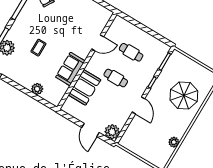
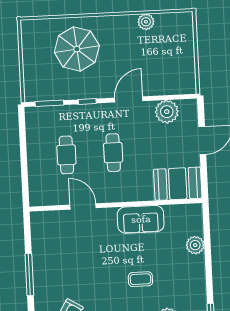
booth: (85, 87) -> (178, 184), moved
plant: (112, 132) -> (167, 112), moved

